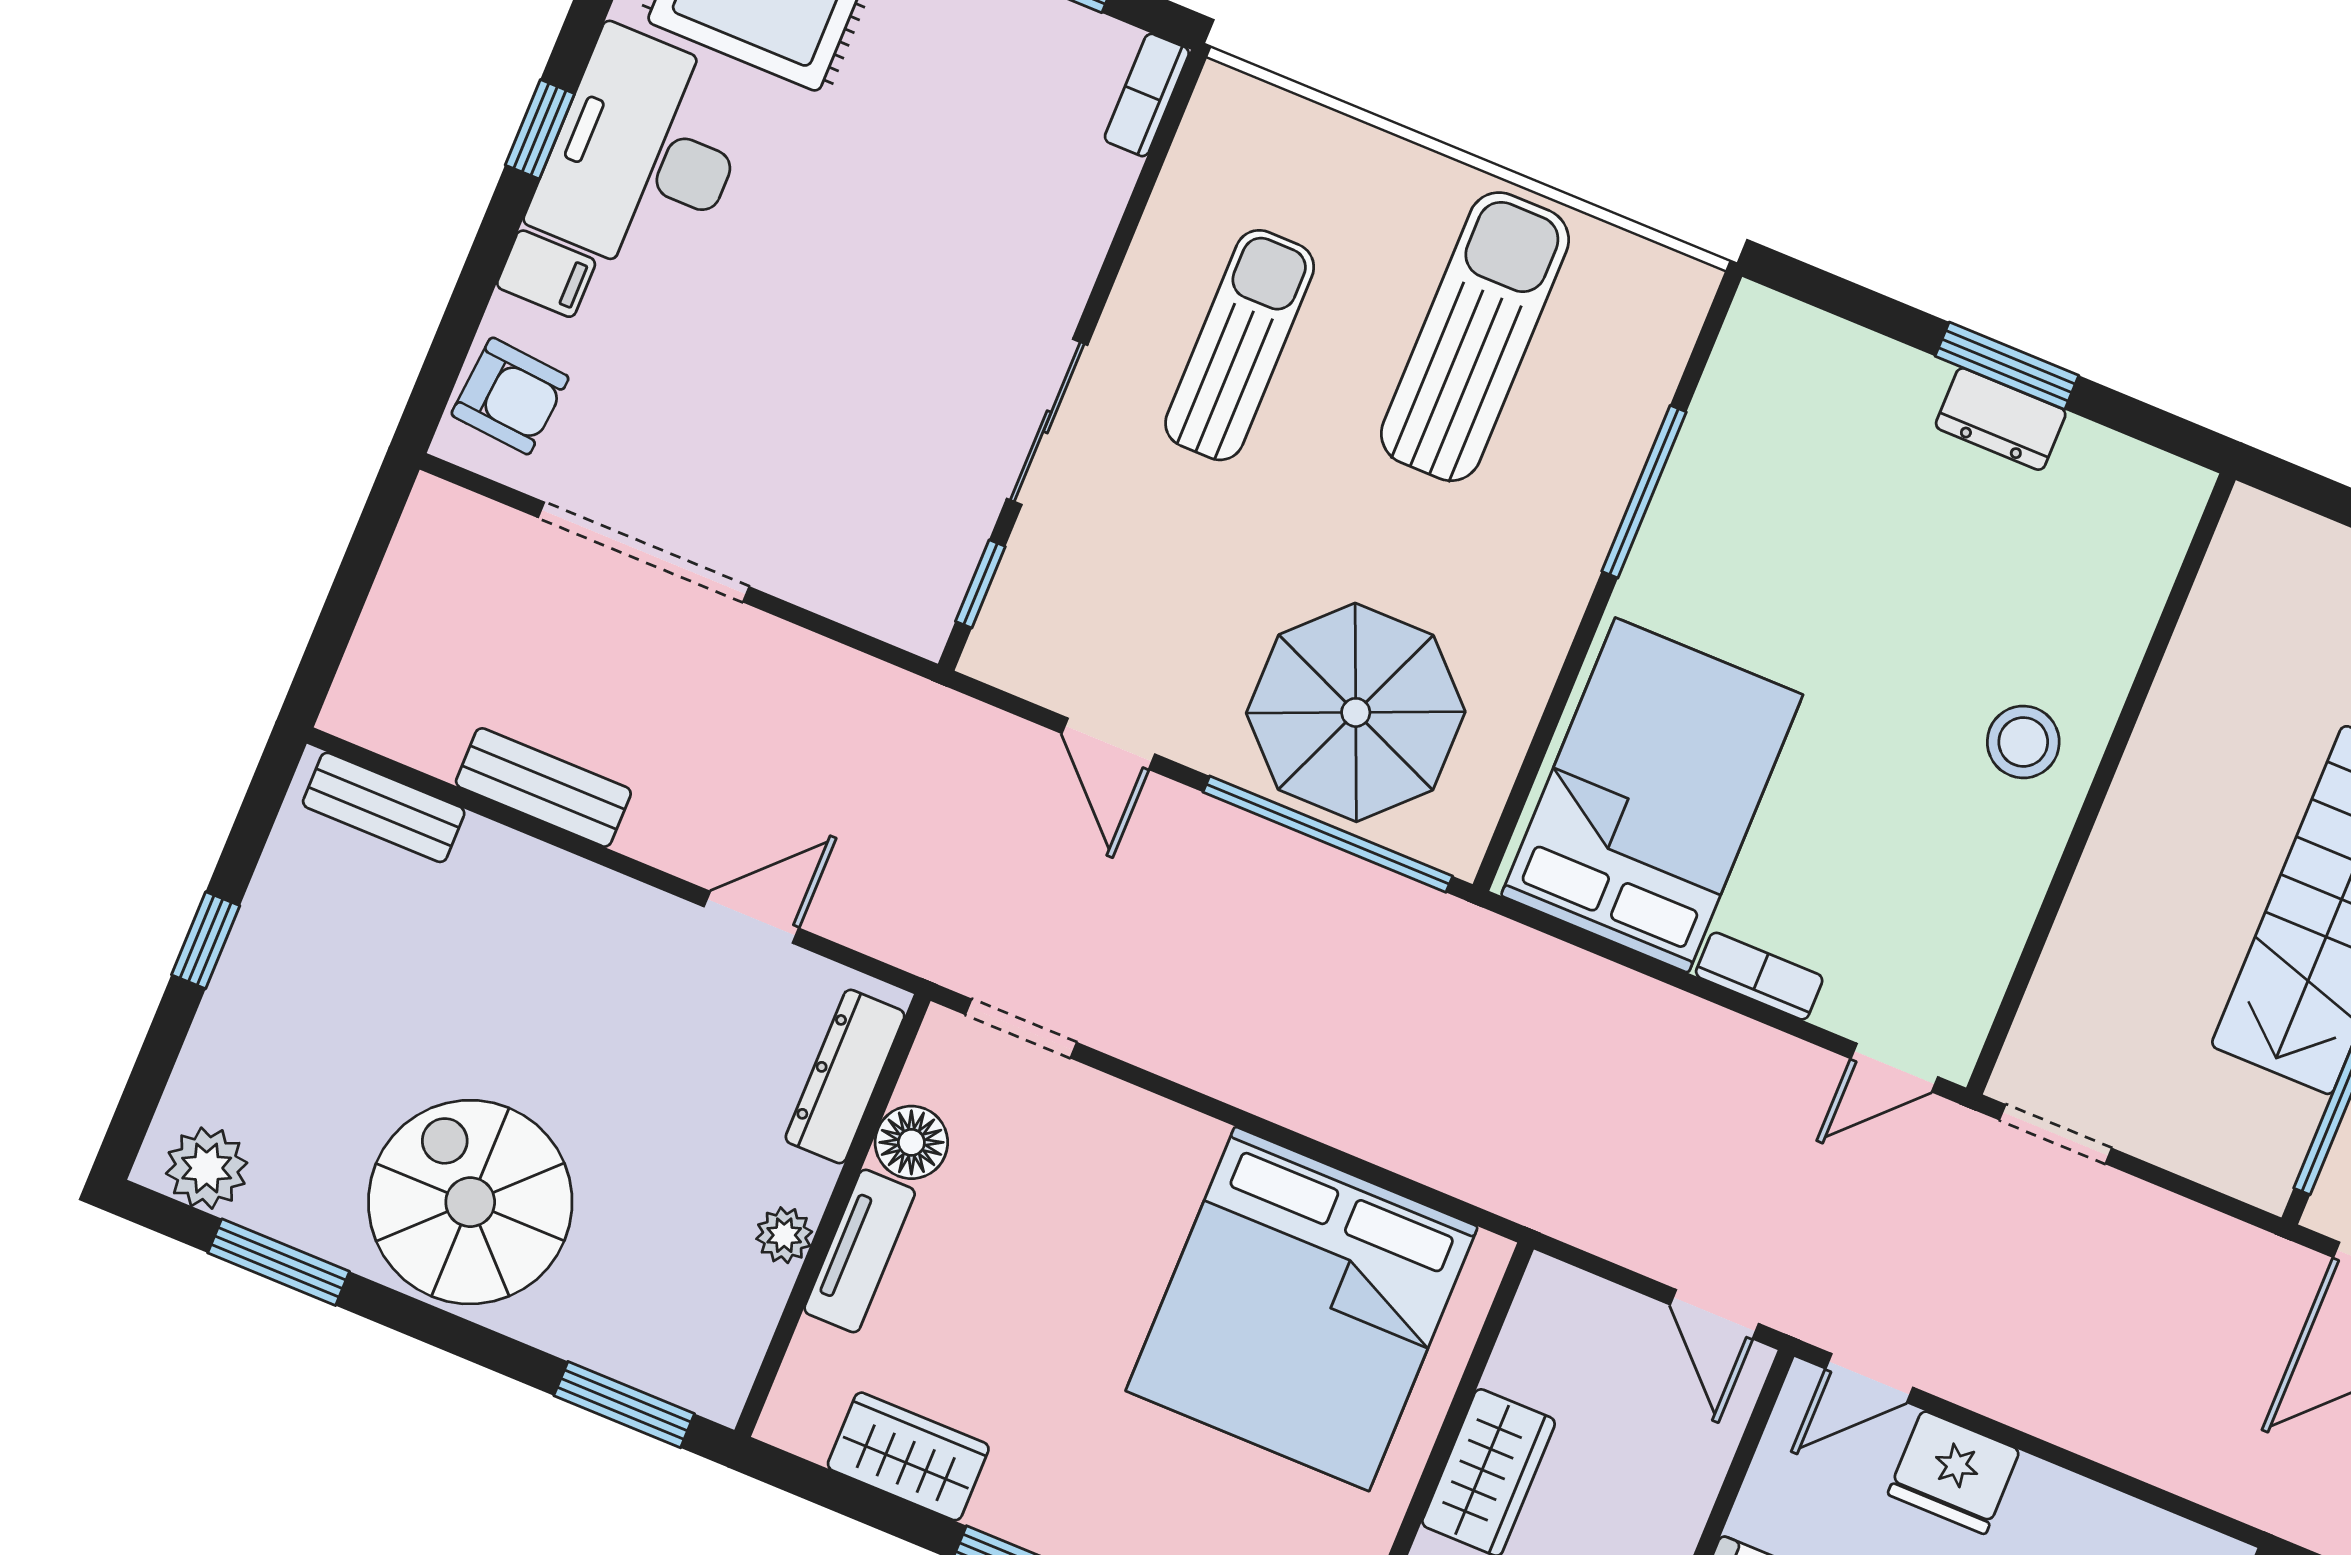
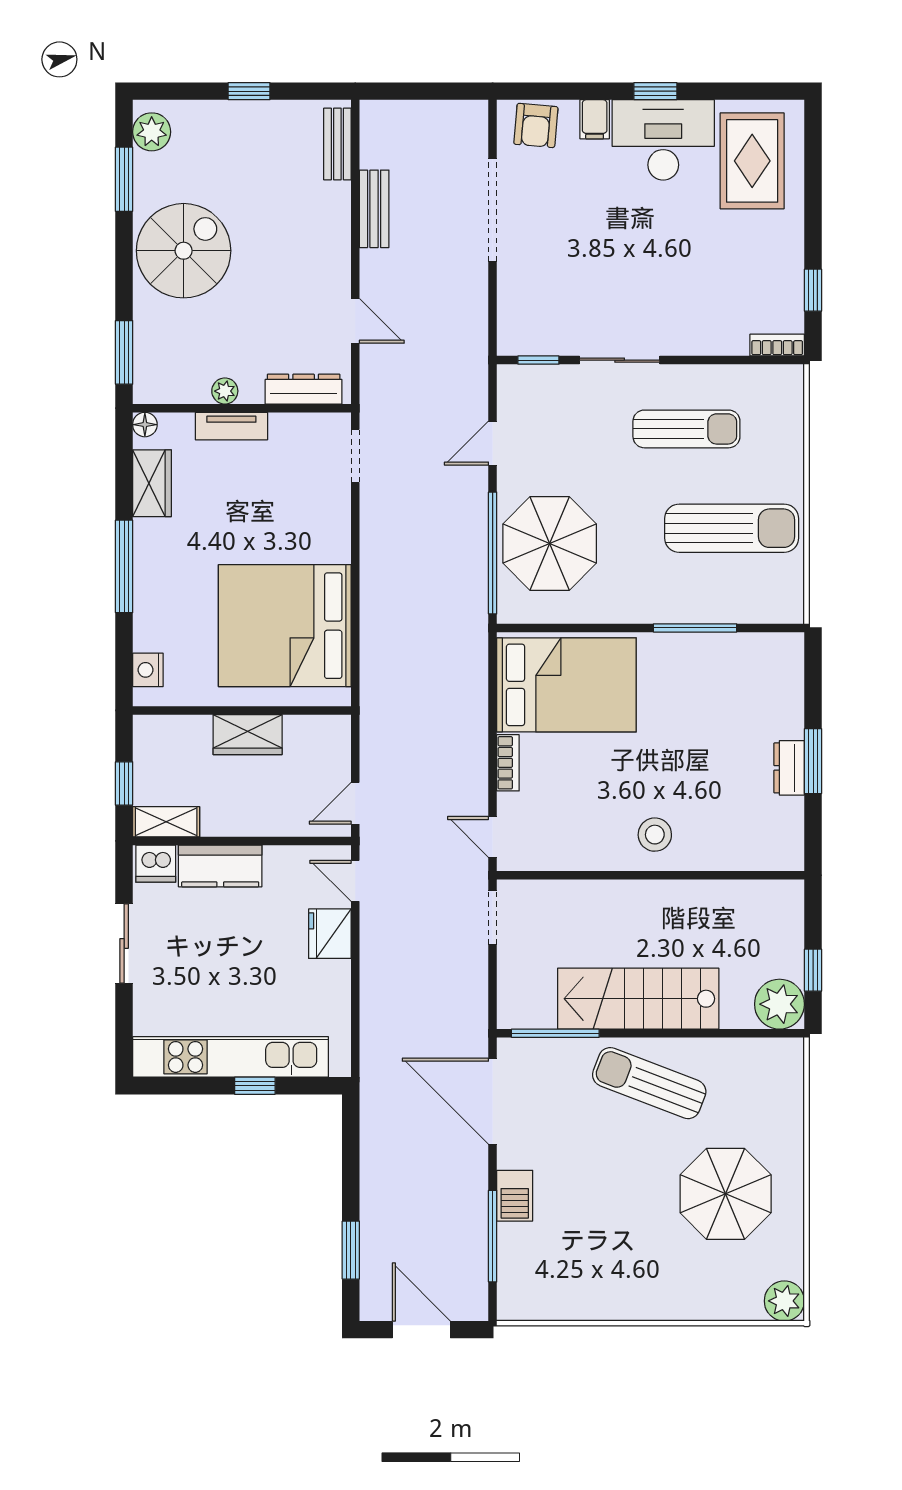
floor lamp: (911, 1142) -> (145, 425), moved, width x0.73, depth x0.73

